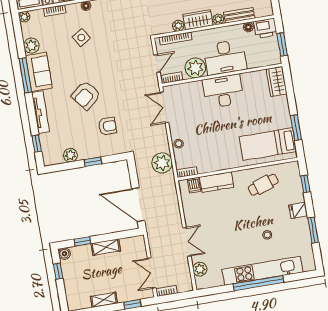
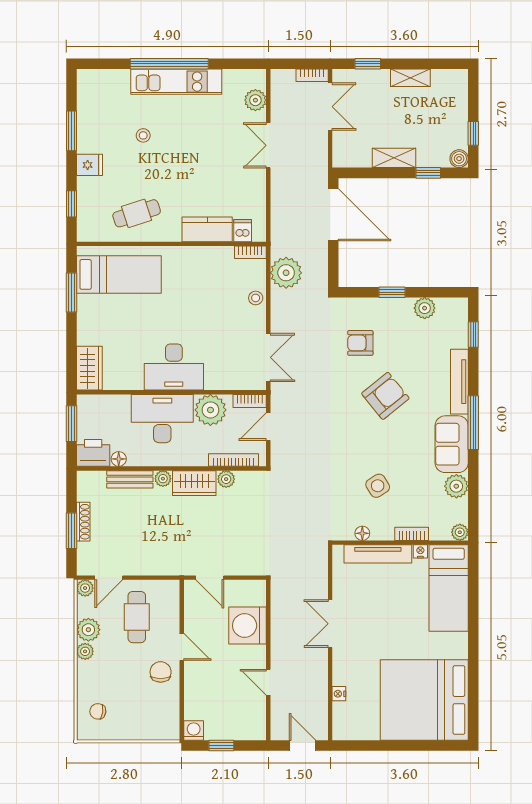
window: (25, 75) -> (473, 423), moved
kitchen unit: (262, 271) -> (176, 82), width x0.73

